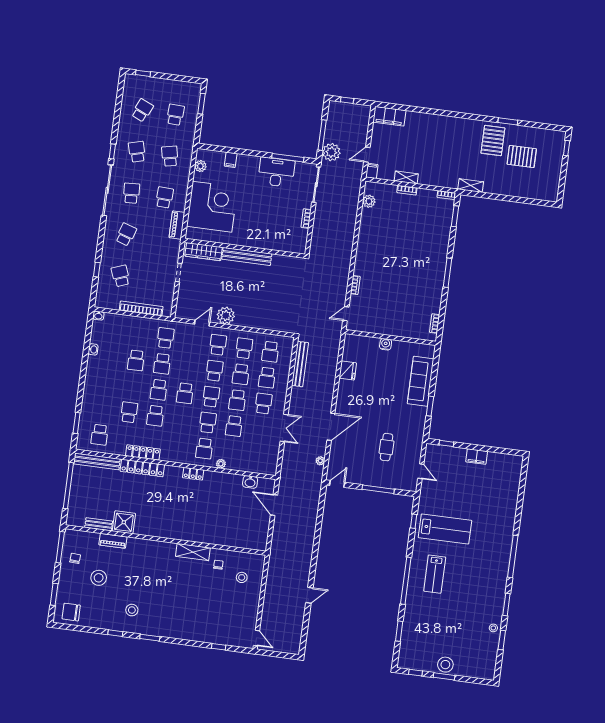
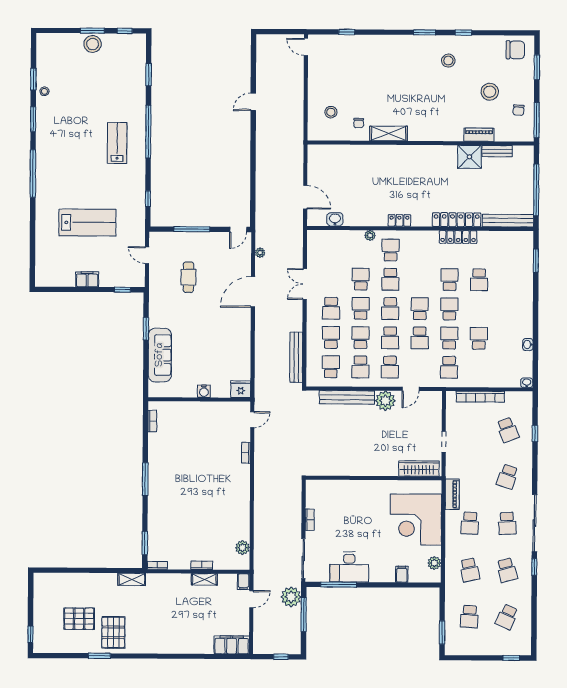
bench: (247, 256) -> (347, 397), moved
fridge: (348, 371) -> (241, 389), moved, turned 90
school desk: (99, 435) -> (420, 338), moved, turned 180
lab bench: (445, 529) -> (87, 222), moved, turned 180

